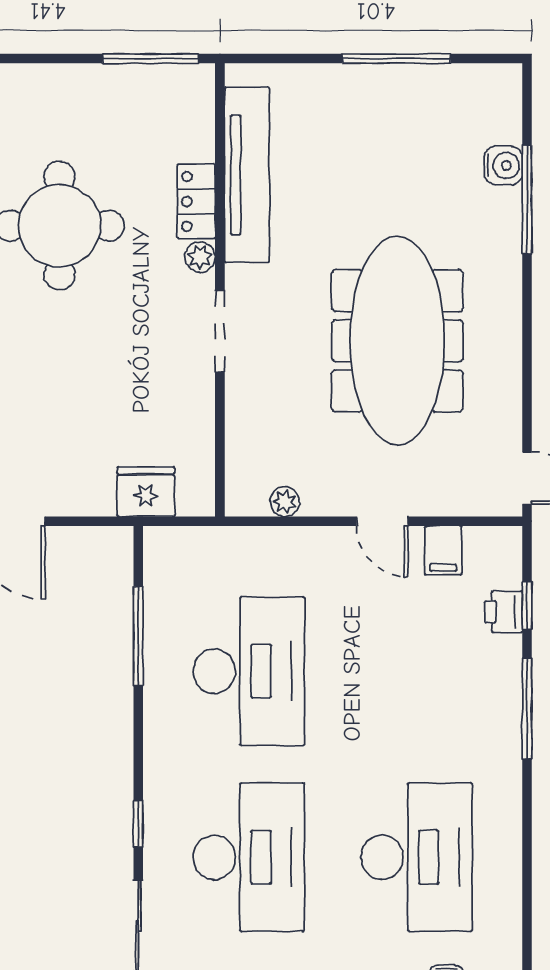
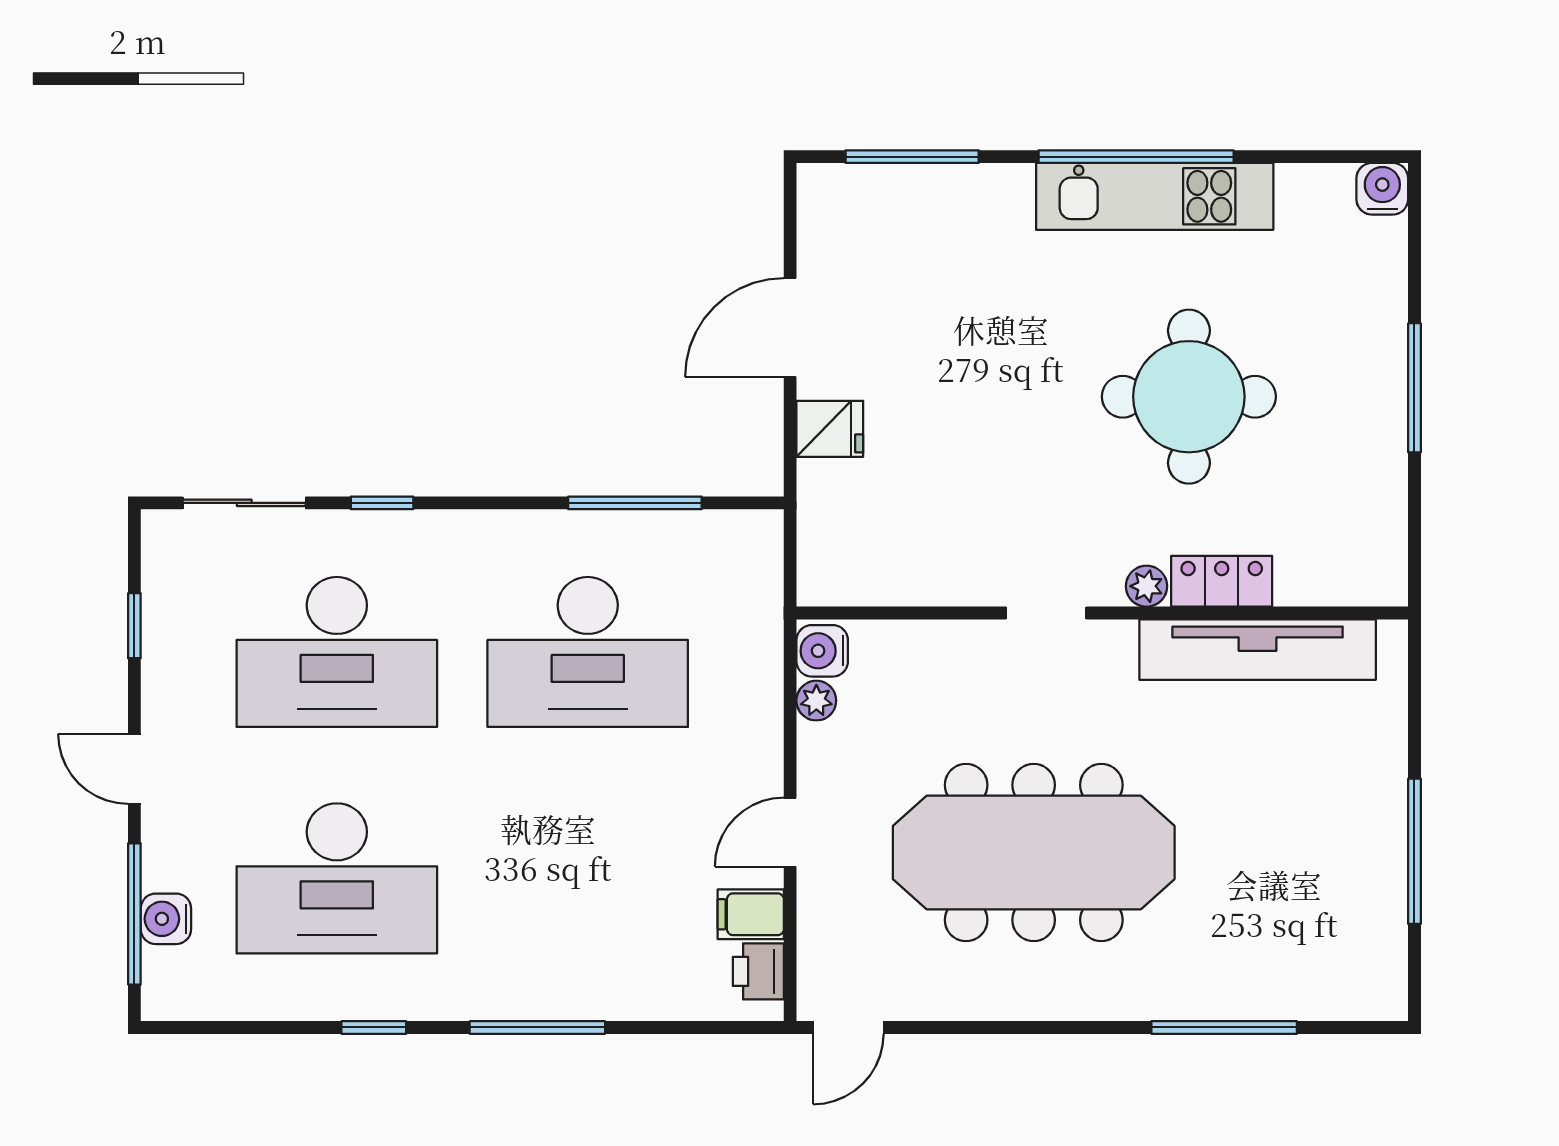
window: (151, 59) -> (1414, 388), moved
water cooler: (503, 165) -> (822, 651), moved, turned 90
doorway: (220, 331) -> (1046, 613), width x0.73
fridge: (146, 492) -> (830, 429), moved, width x0.72
window: (527, 606) -> (374, 1027), moved
printer: (503, 612) -> (758, 971), moved, turned -90

